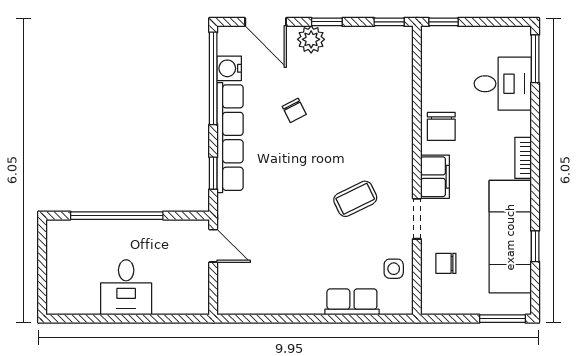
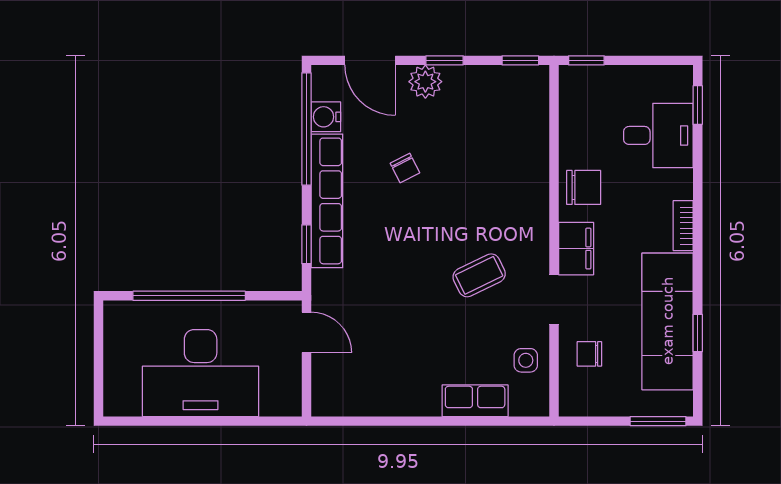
window: (535, 59) -> (698, 105), width x0.67
chair: (441, 126) -> (584, 187), turned -90
desk: (126, 287) -> (201, 373), width x1.87, depth x1.30

